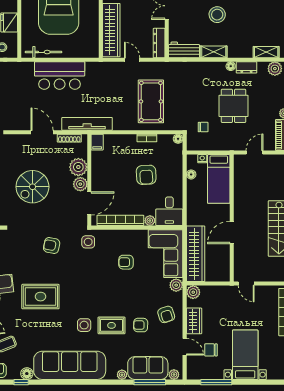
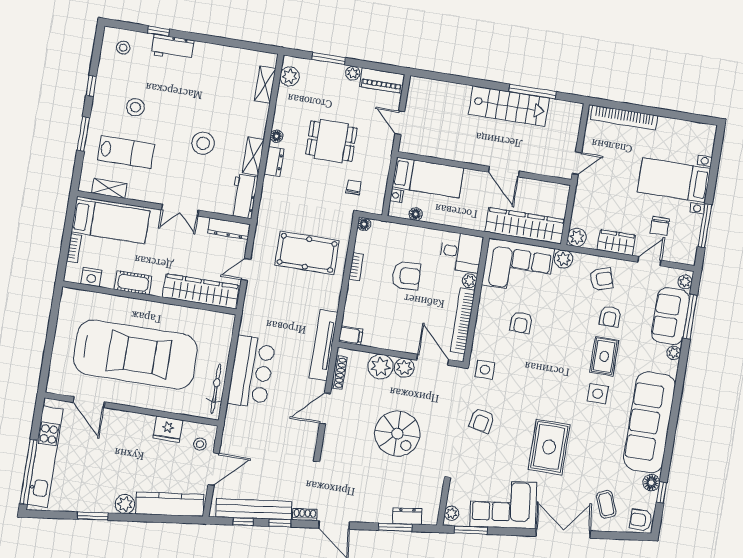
dresser: (246, 67) -> (274, 161), moved

